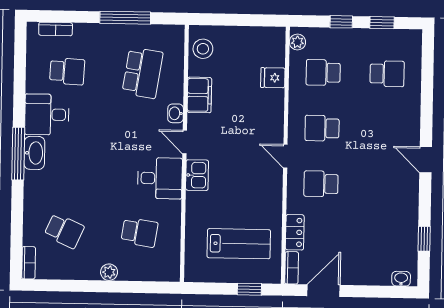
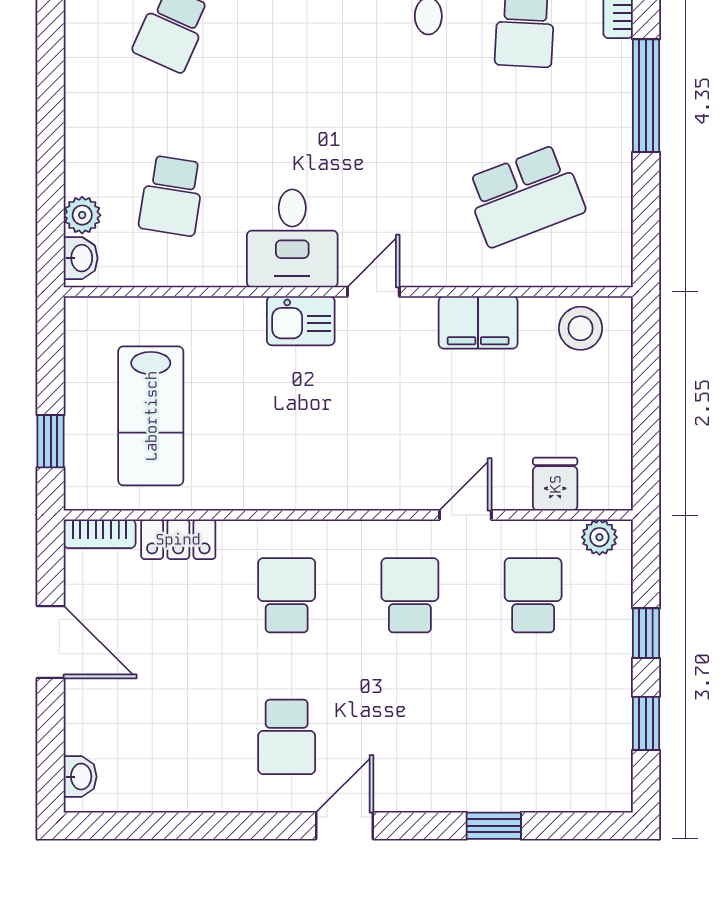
window: (125, 18) -> (646, 96), moved
school desk: (143, 73) -> (525, 196), turned -30
school desk: (387, 74) -> (287, 737), moved
fridge: (273, 78) -> (555, 484), moved
washbasin: (176, 113) -> (81, 258), moved, turned 90
door: (285, 156) -> (465, 515), moved
window: (424, 239) -> (494, 826), moved
plant: (109, 272) -> (82, 215), moved
door: (324, 291) -> (51, 642), moved

